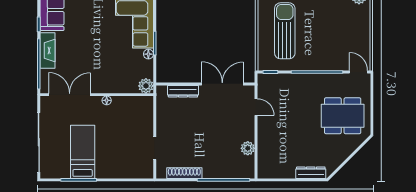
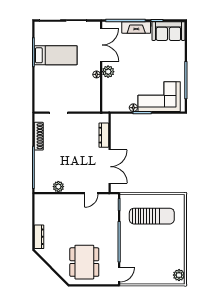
plant: (146, 86) -> (108, 72), moved

